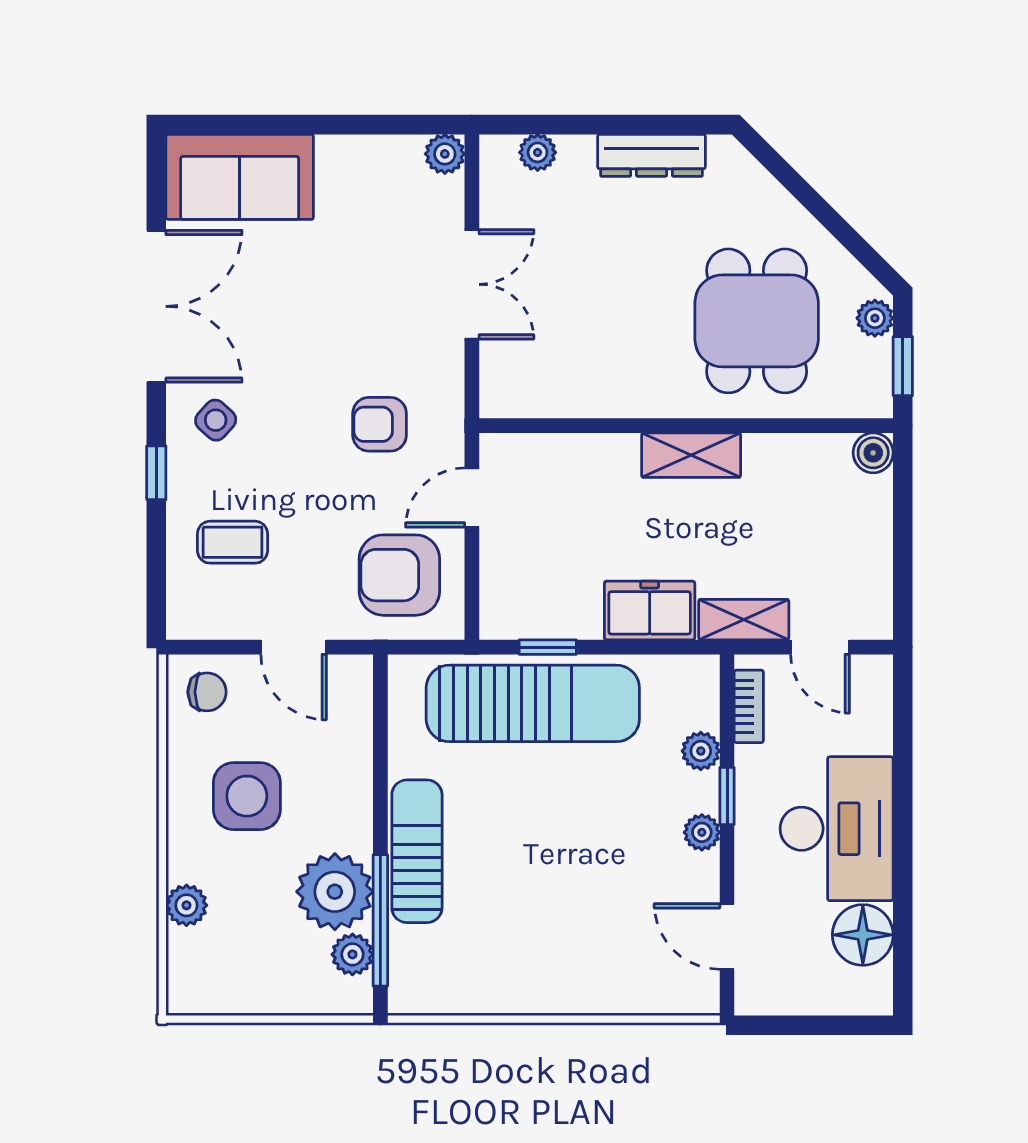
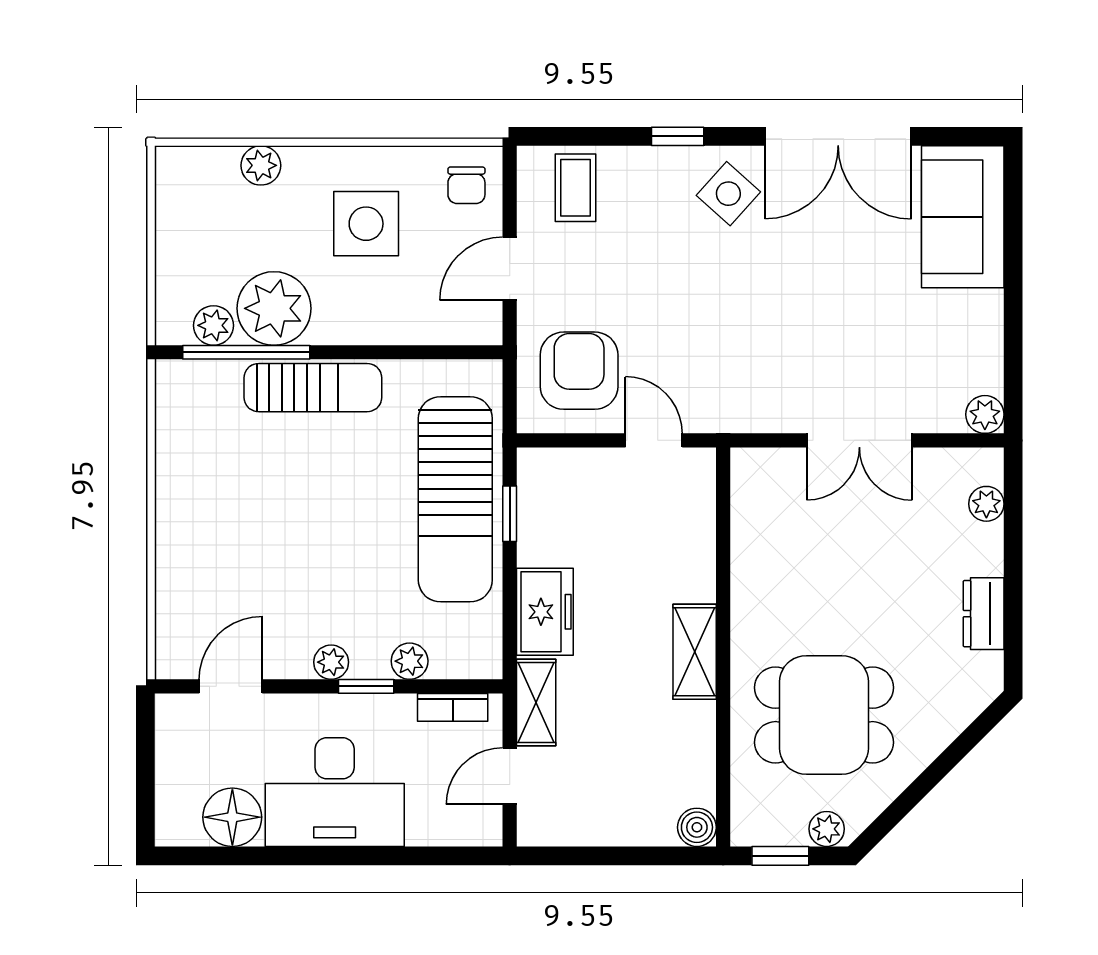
dresser: (651, 155) -> (984, 614), width x0.70
side table: (216, 420) -> (728, 194), width x1.37, depth x1.37
armchair: (380, 424) -> (724, 352), removed
coffee table: (233, 542) -> (576, 188), moved

